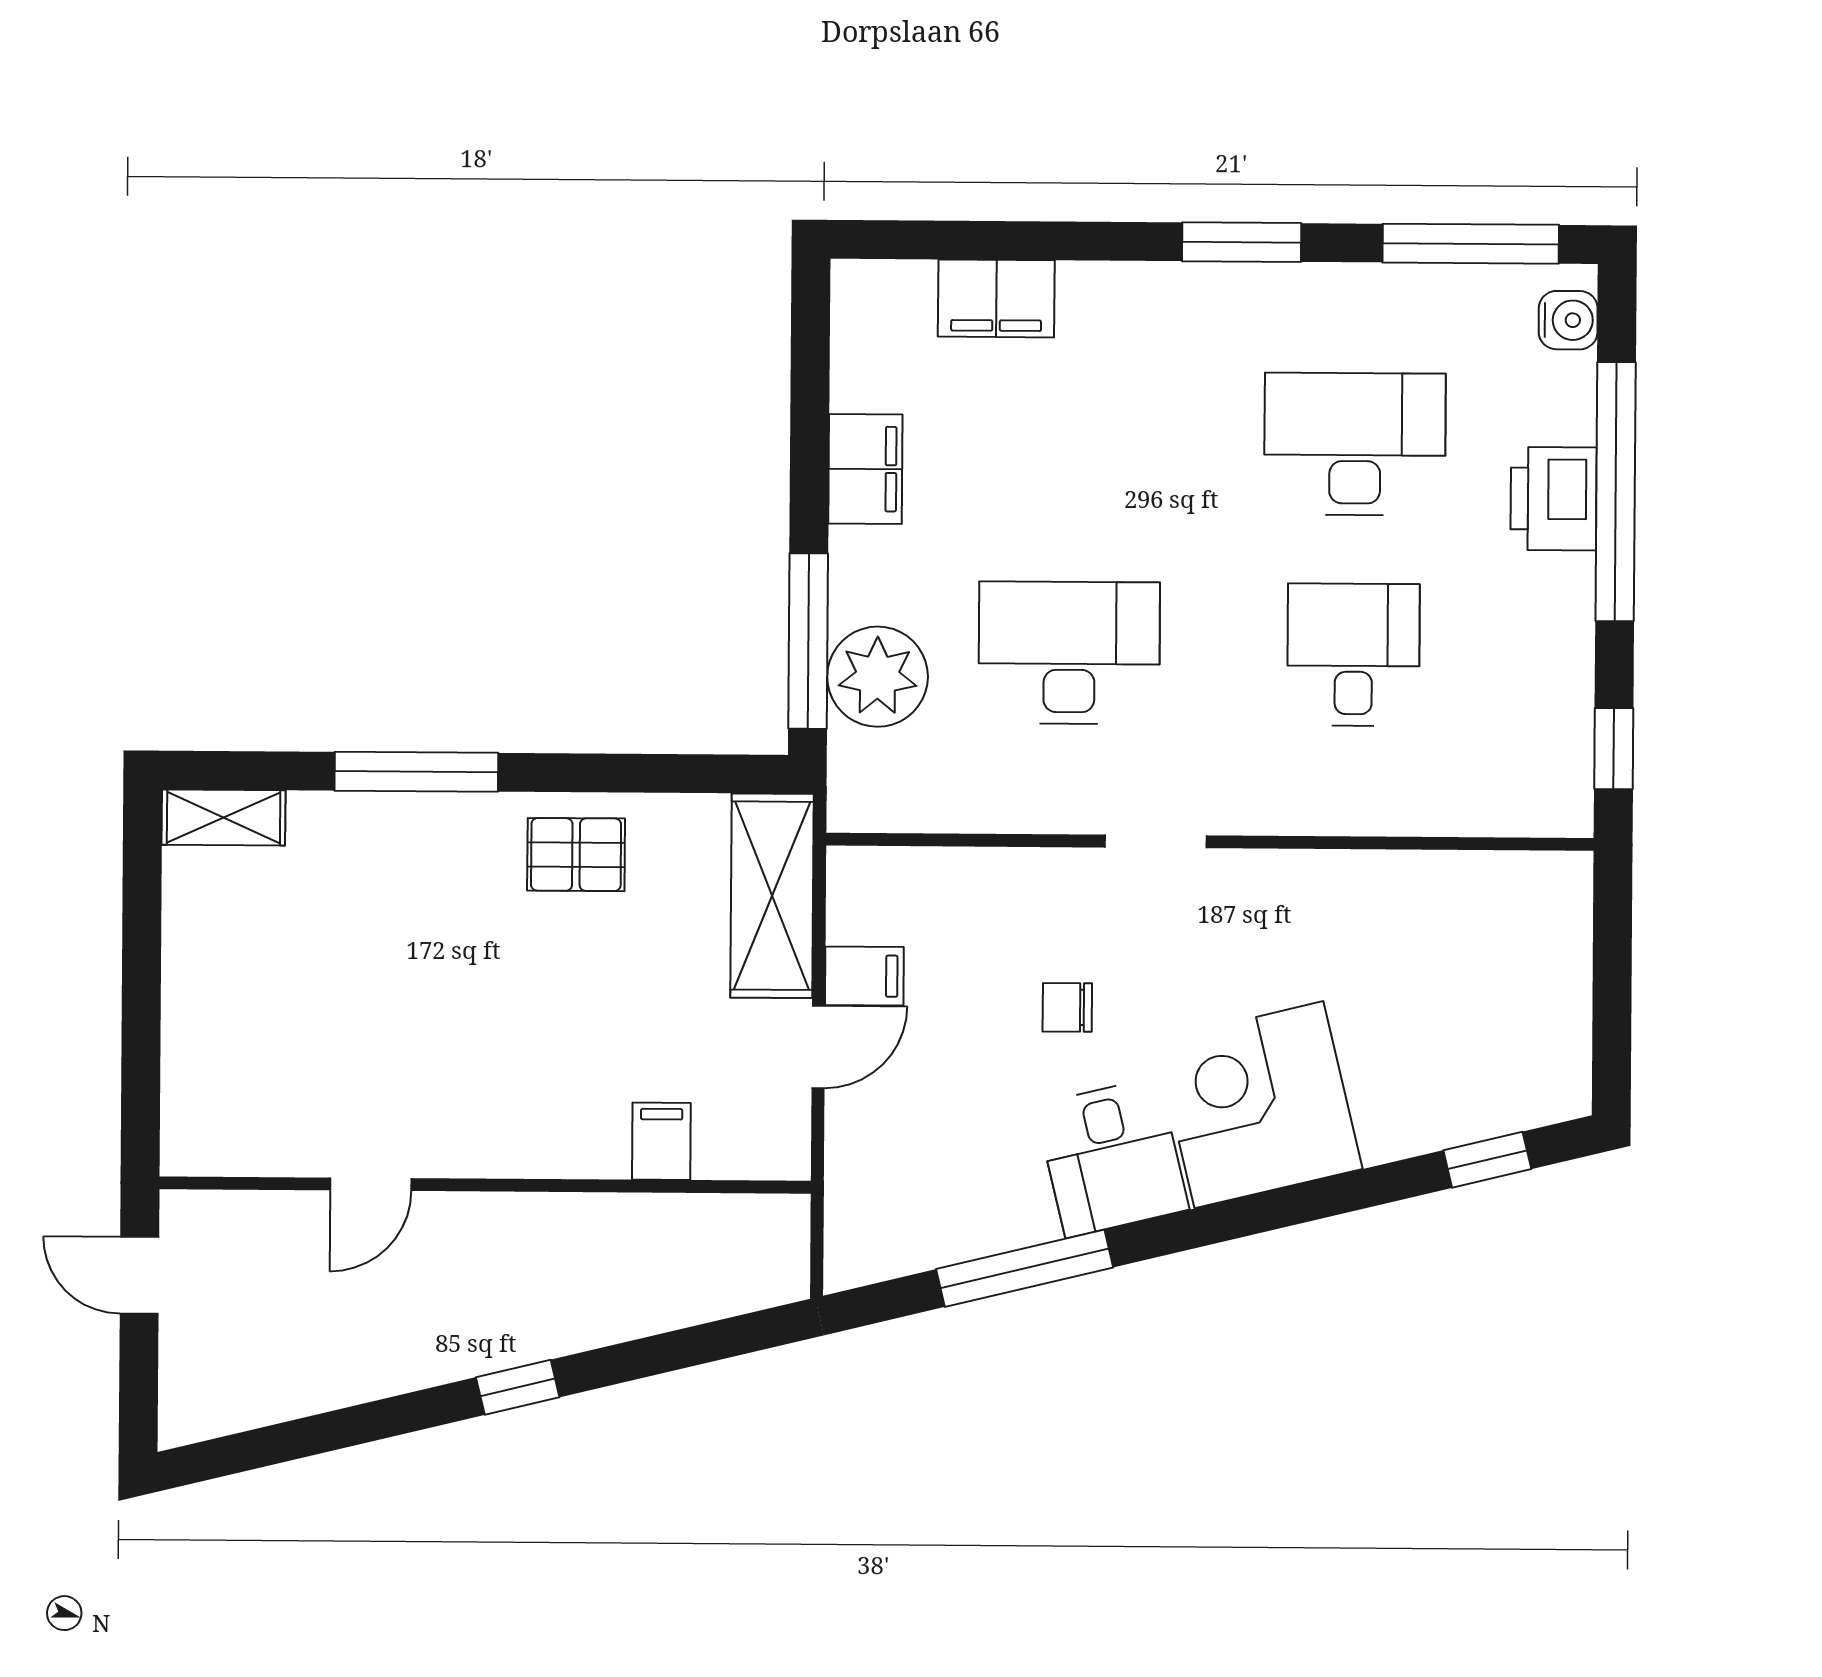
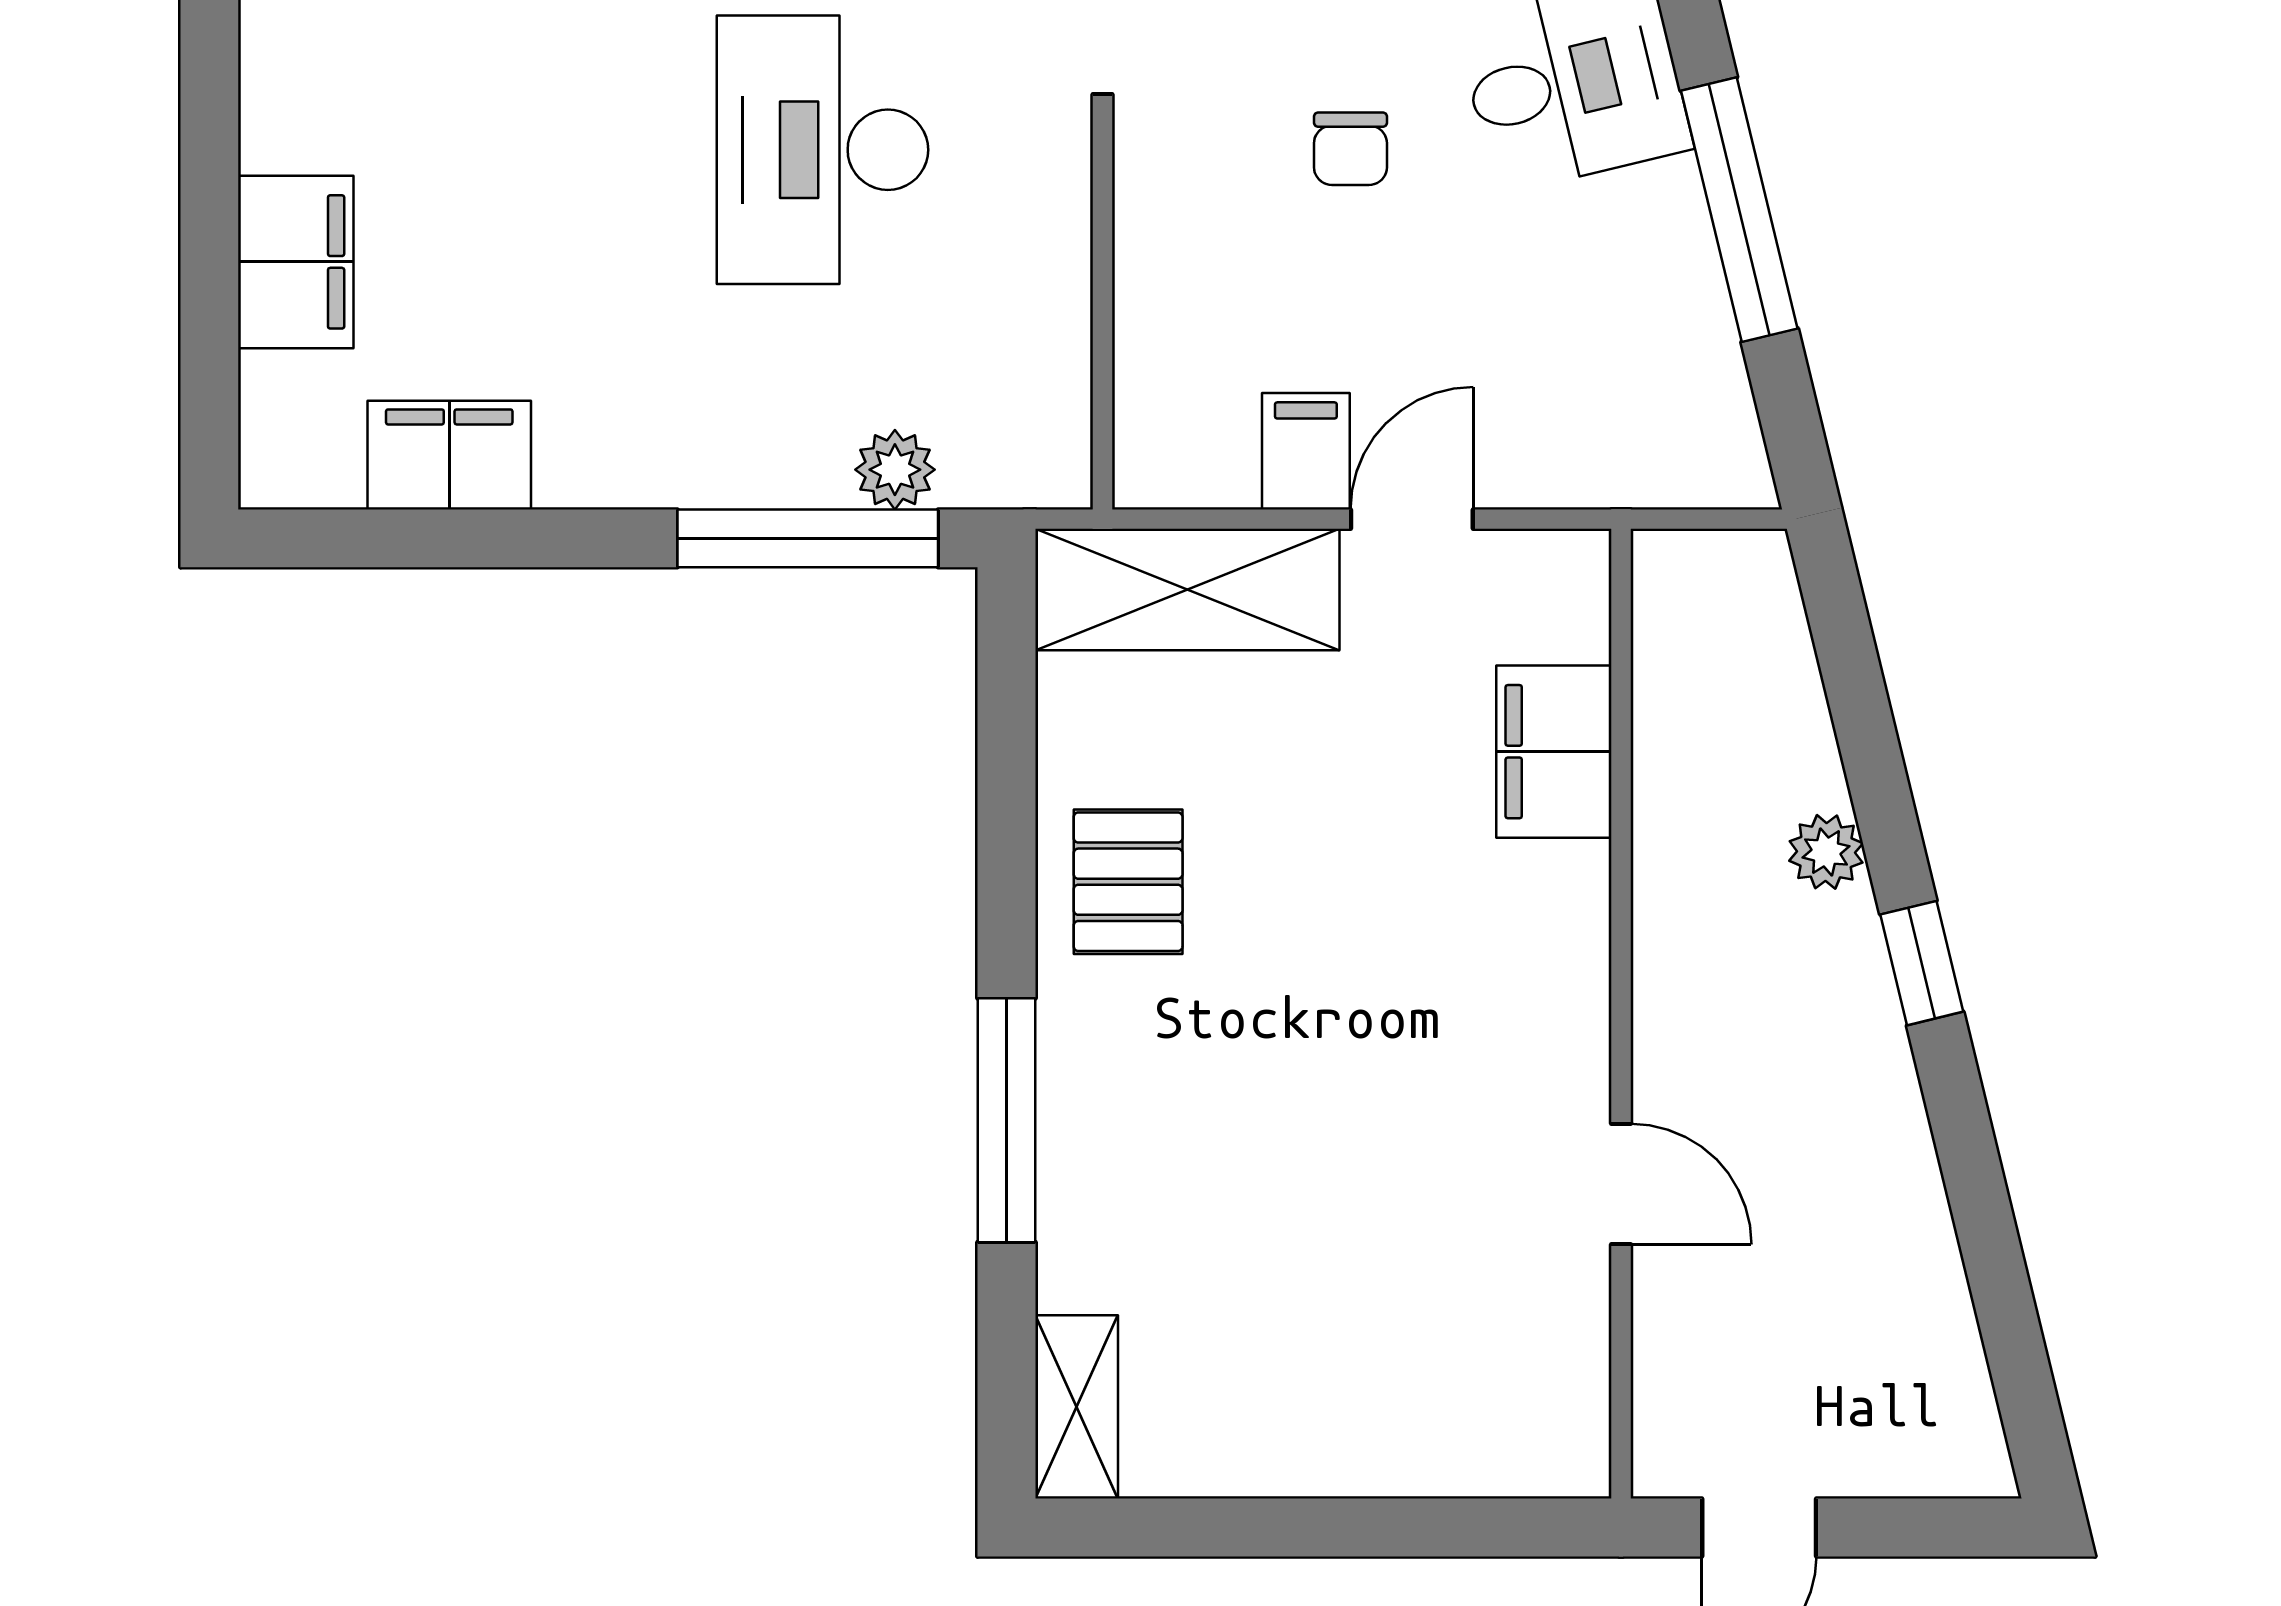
filing cabinet: (865, 469) -> (449, 455), moved
plant: (878, 677) -> (895, 470), width x0.53, depth x0.53
door: (818, 1047) -> (1412, 519), hinge flipped
filing cabinet: (661, 1141) -> (1554, 752), width x2.00
plant: (593, 1323) -> (1826, 852), added

